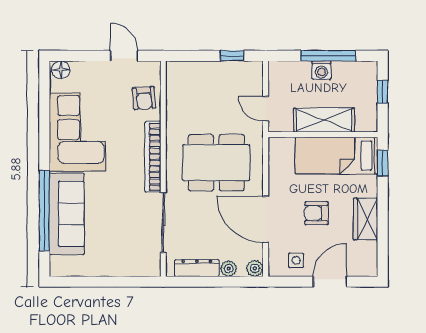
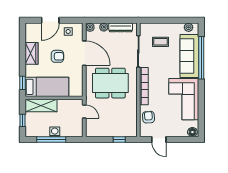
window: (232, 56) -> (119, 139), moved
shelving: (324, 120) -> (41, 105), moved
coffee table: (121, 241) -> (160, 42), added
plant: (68, 268) -> (189, 27), added

